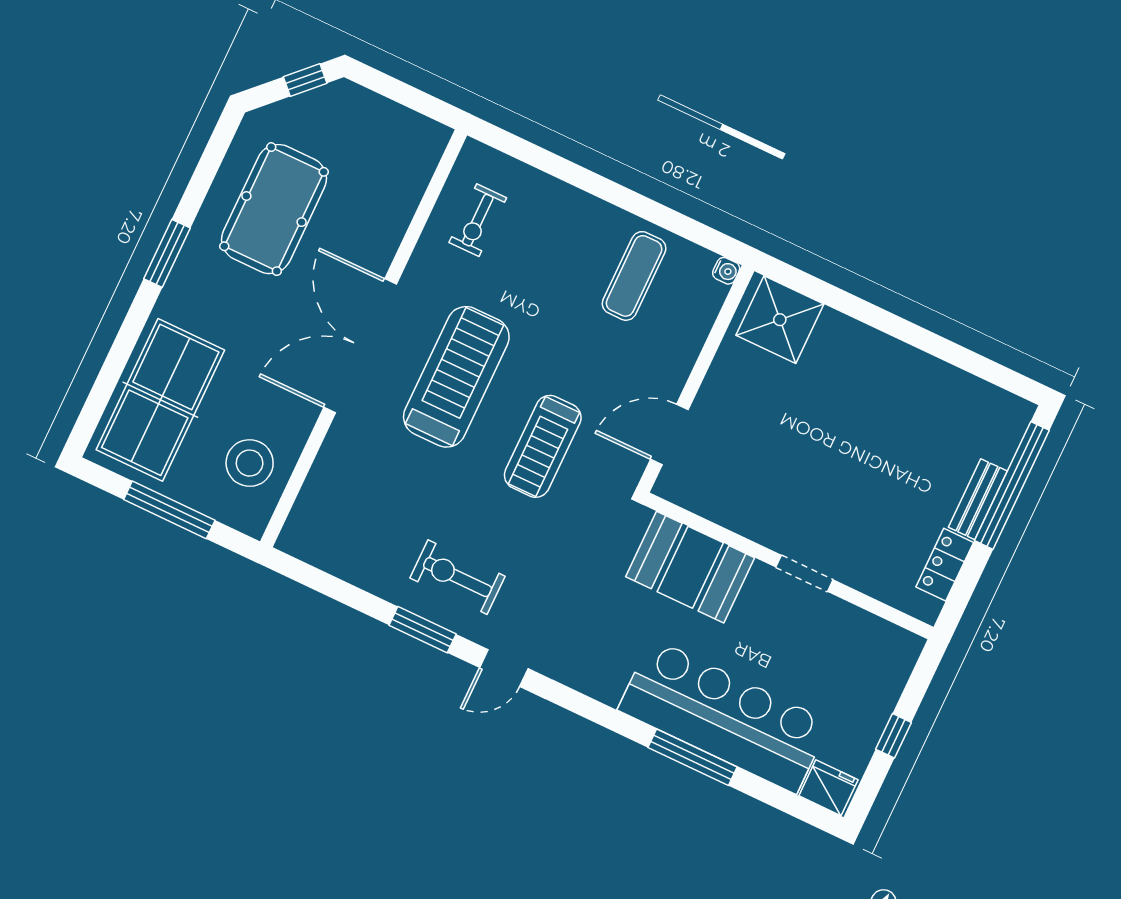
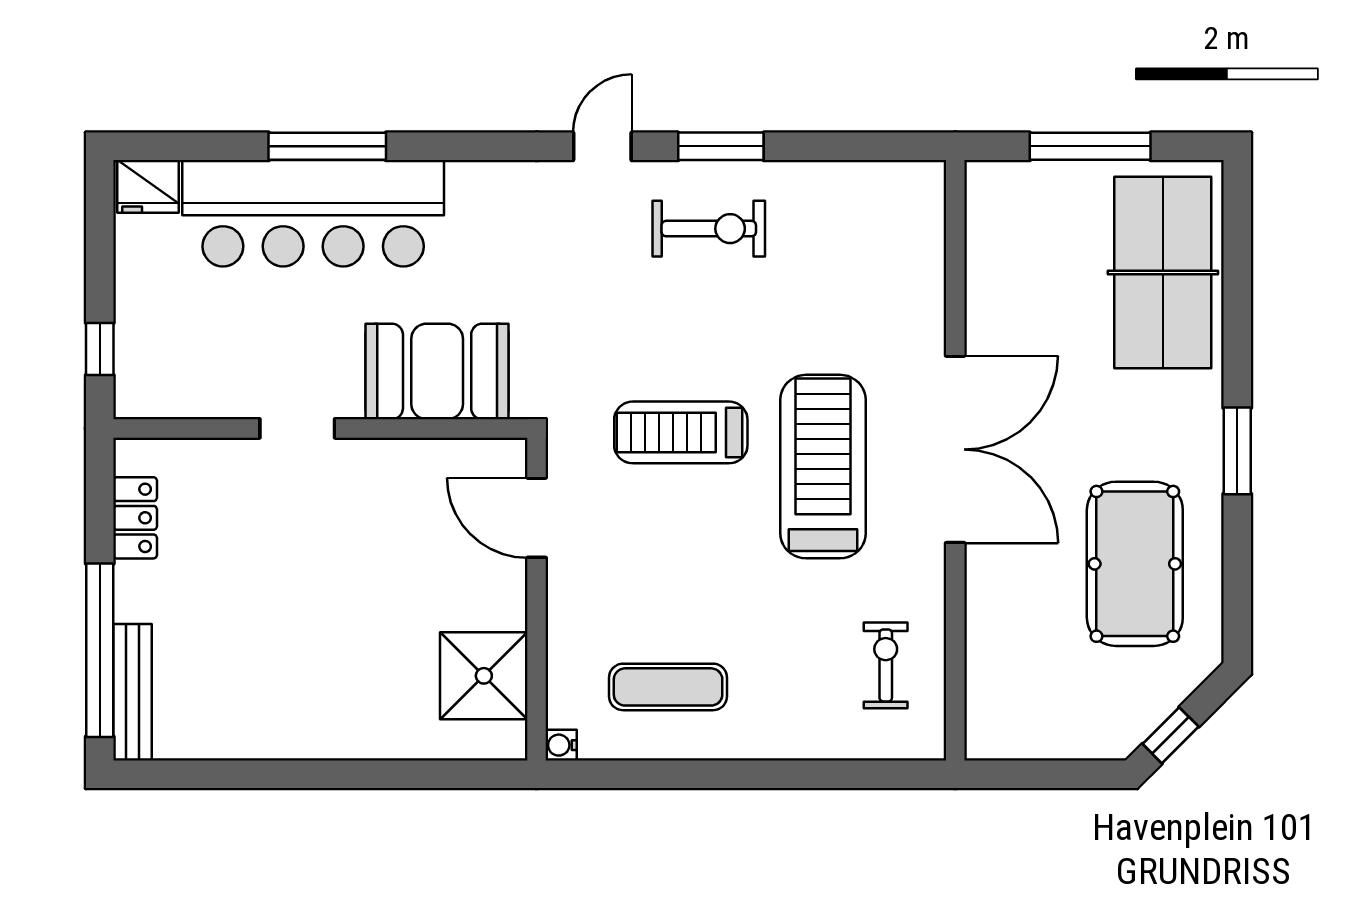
exercise mat: (634, 276) -> (668, 687), turned 90
shower: (780, 320) -> (484, 676), moved
treadmill: (456, 377) -> (823, 467), turned 180
door: (669, 435) -> (537, 518), swing flipped
treadmill: (543, 446) -> (681, 432), turned -90
stool: (250, 463) -> (1021, 247), removed
bench: (978, 499) -> (133, 692), moved, width x1.36
window: (894, 736) -> (100, 349), moved

